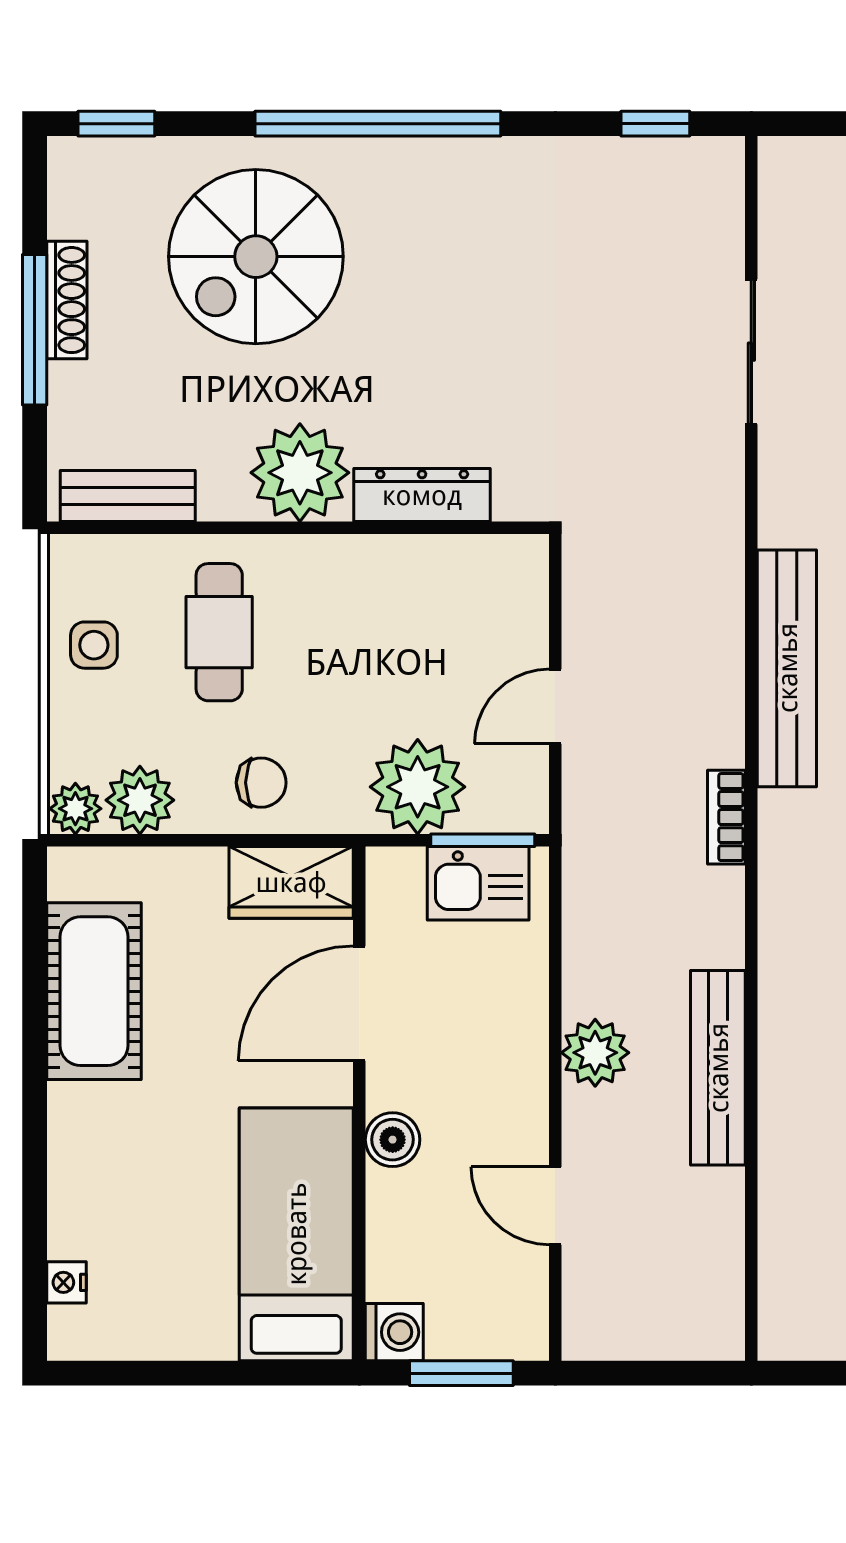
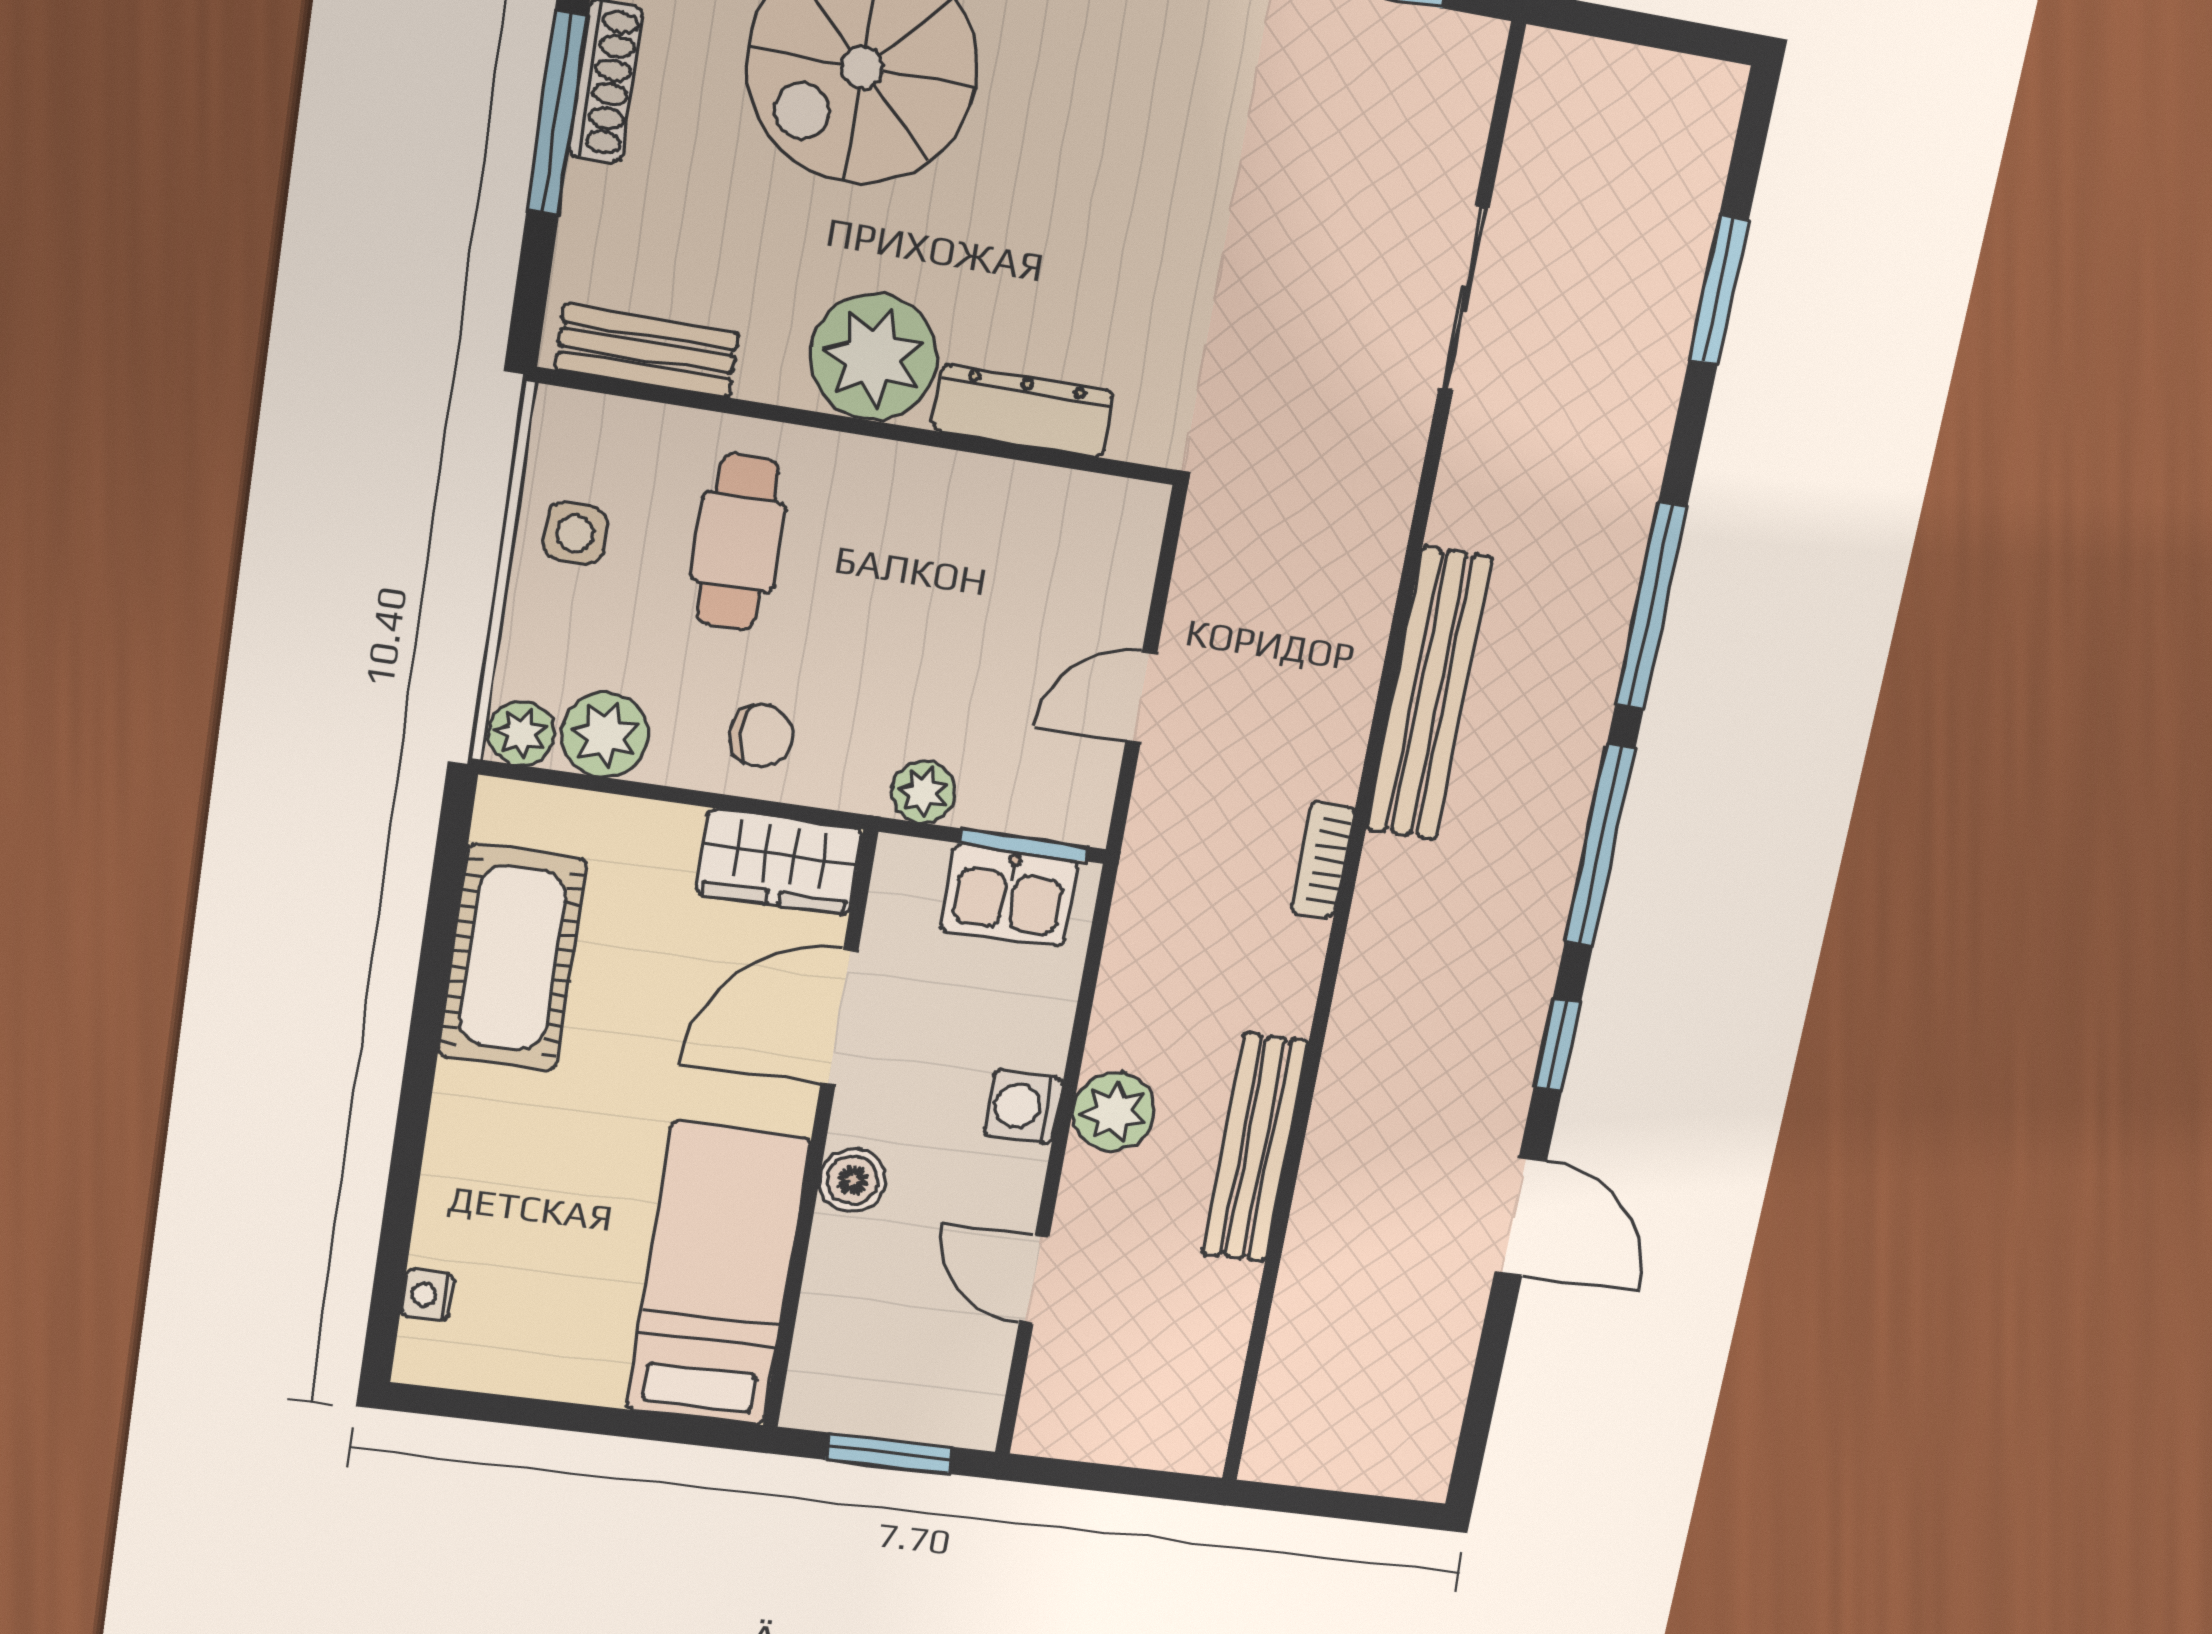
plant: (418, 787) -> (923, 792), width x0.53, depth x0.53
washing machine: (394, 1332) -> (1023, 1107), moved, turned 180

